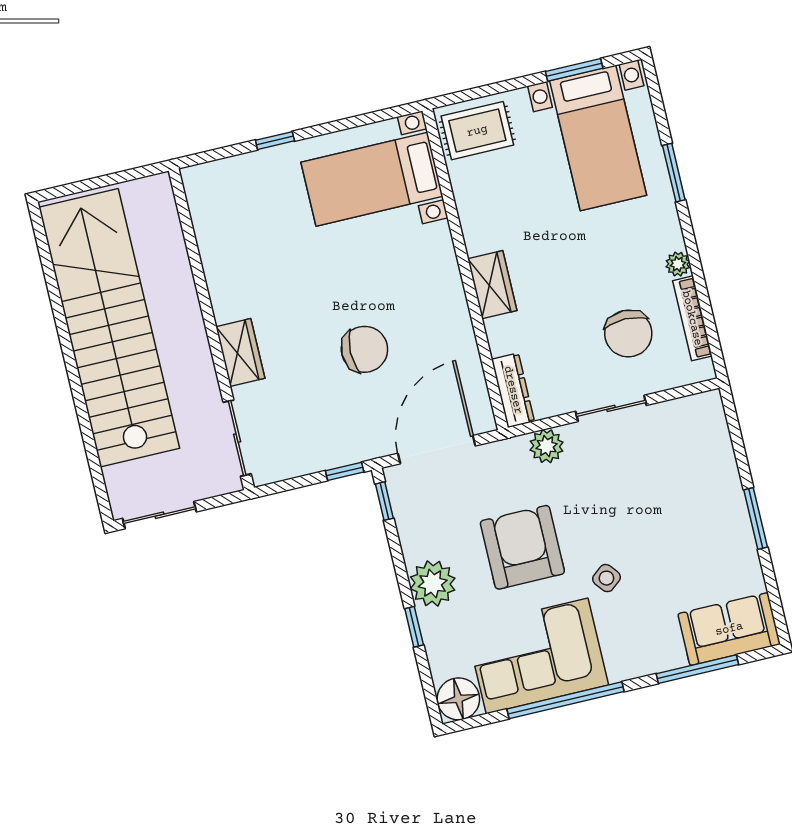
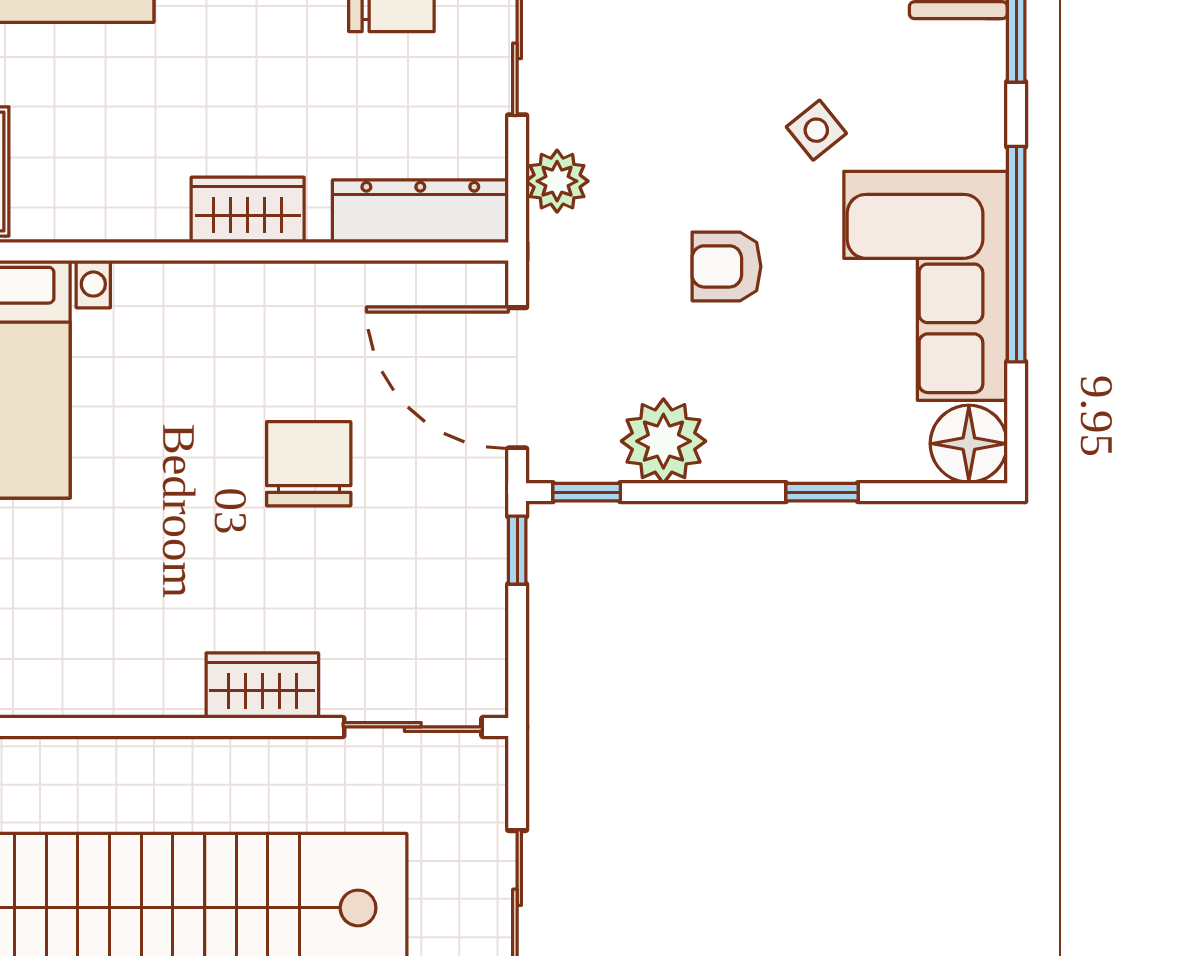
dresser: (513, 390) -> (420, 211), width x1.37, depth x1.24
armchair: (522, 547) -> (726, 266), width x0.53, depth x0.53
plant: (433, 584) -> (663, 441), moved

